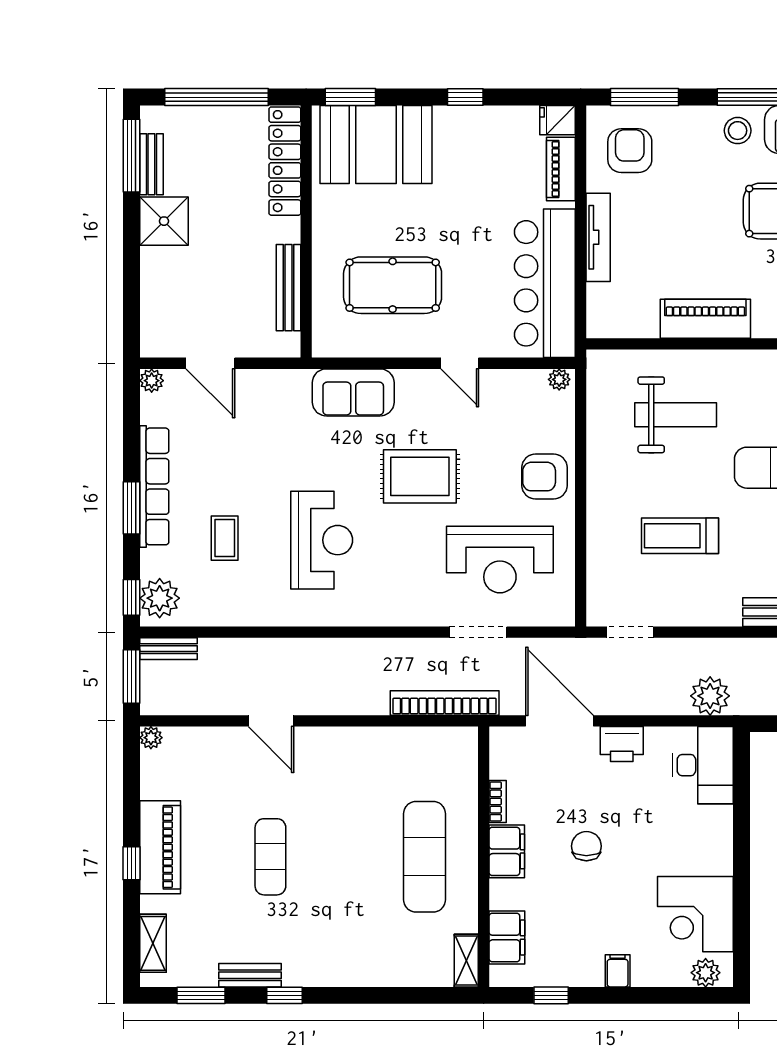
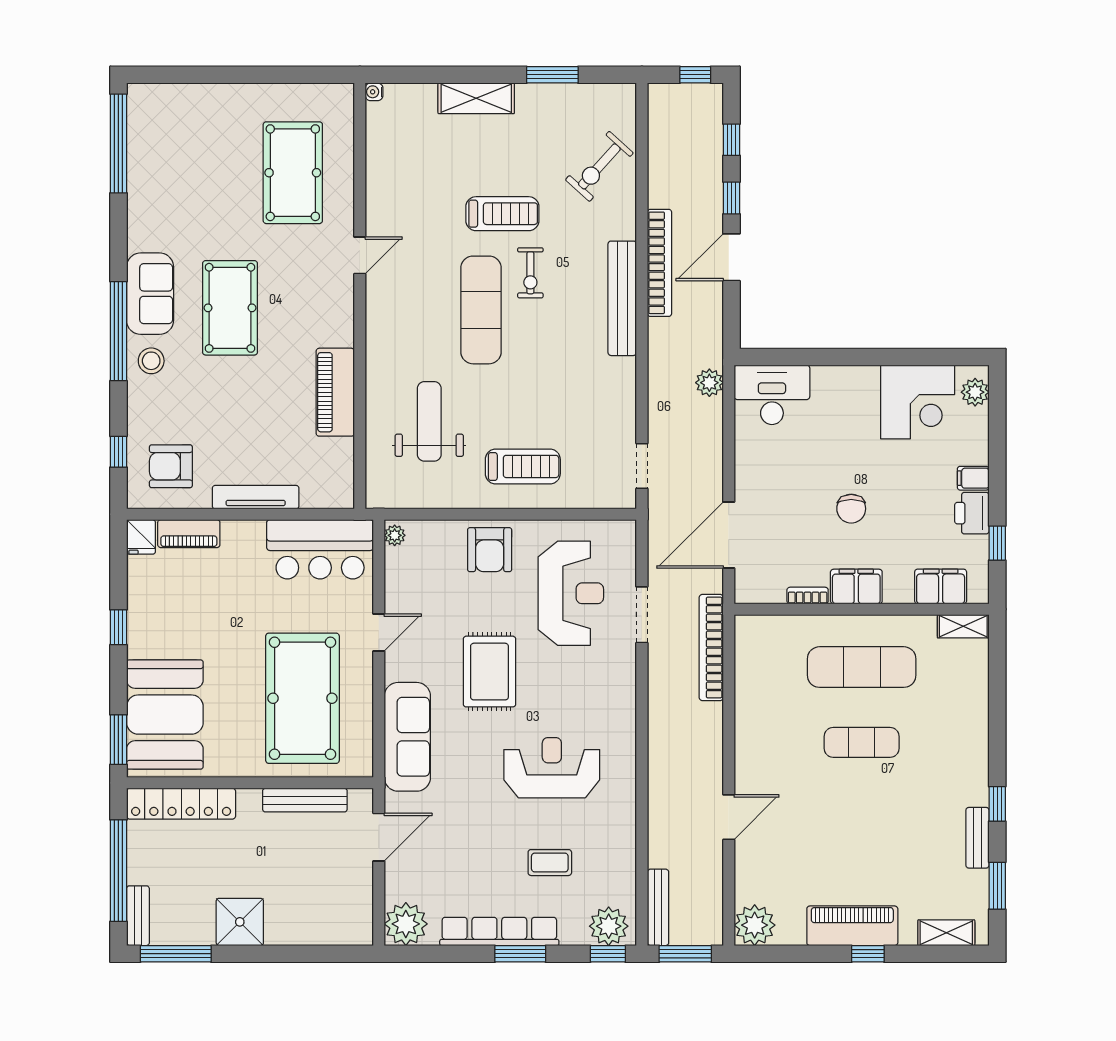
window: (645, 97) -> (118, 452), width x0.46
bench: (151, 164) -> (138, 916), moved, turned 90
bar counter: (545, 283) -> (320, 549), width x0.73
pool table: (393, 285) -> (302, 698), width x1.36, depth x1.32
door: (210, 363) -> (379, 837), moved
plant: (152, 381) -> (406, 924), width x1.88, depth x1.88
sofa: (353, 392) -> (407, 737), width x1.36
treadmill: (680, 536) -> (523, 466), moved, turned -90
bench: (168, 649) -> (658, 907), width x1.36
plant: (710, 696) -> (709, 383), width x0.73, depth x0.73
plant: (151, 738) -> (755, 925), width x1.88, depth x1.88
printer: (622, 744) -> (972, 513), moved, turned 180
chair: (586, 846) -> (851, 509), turned -90
exercise mat: (270, 857) -> (862, 742), moved

